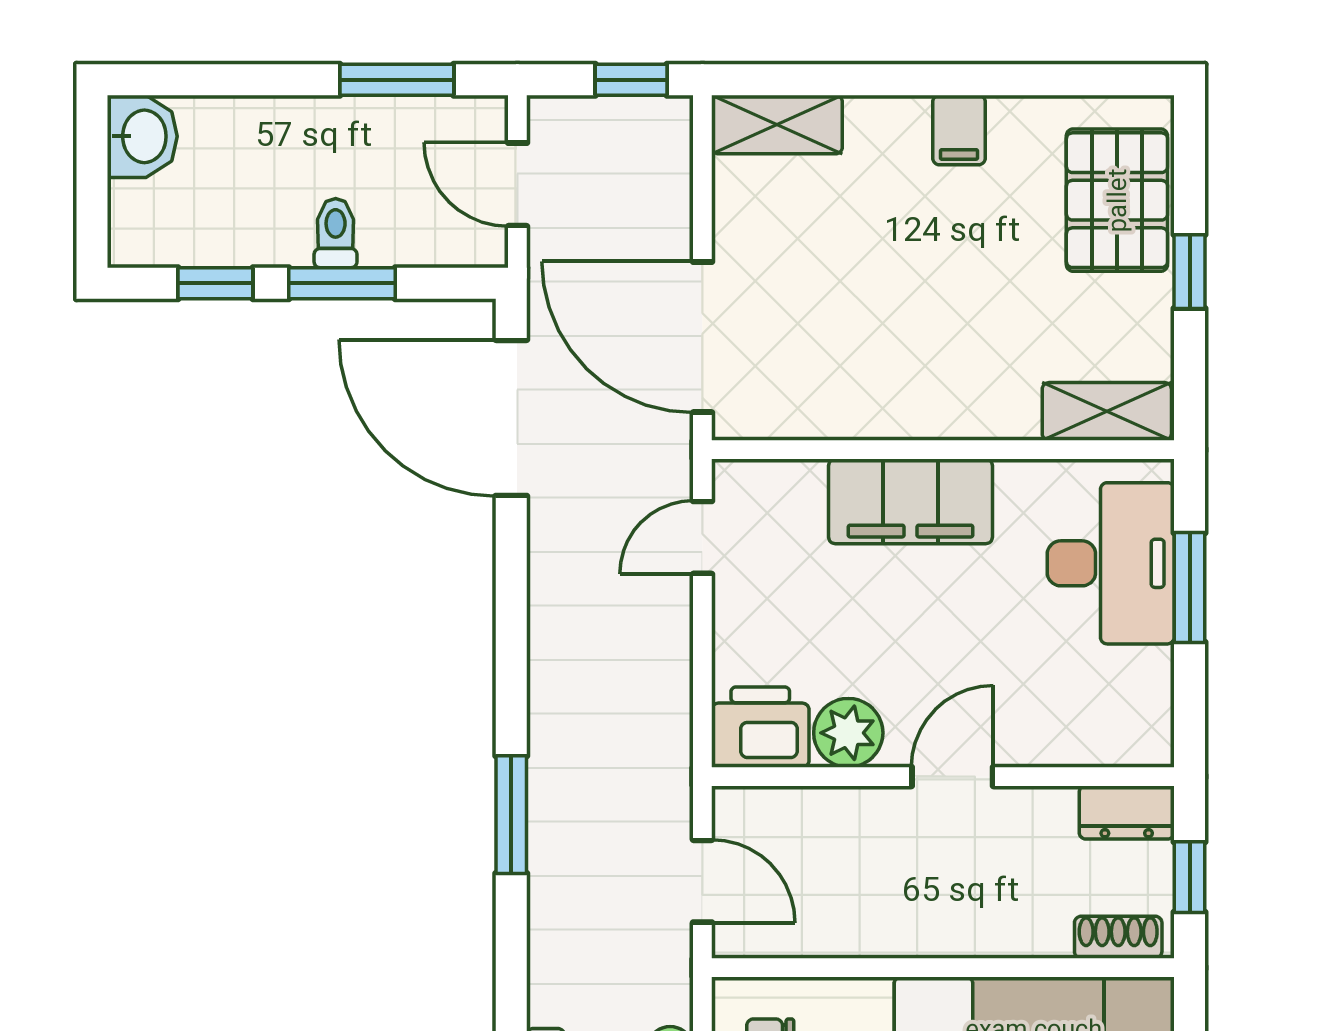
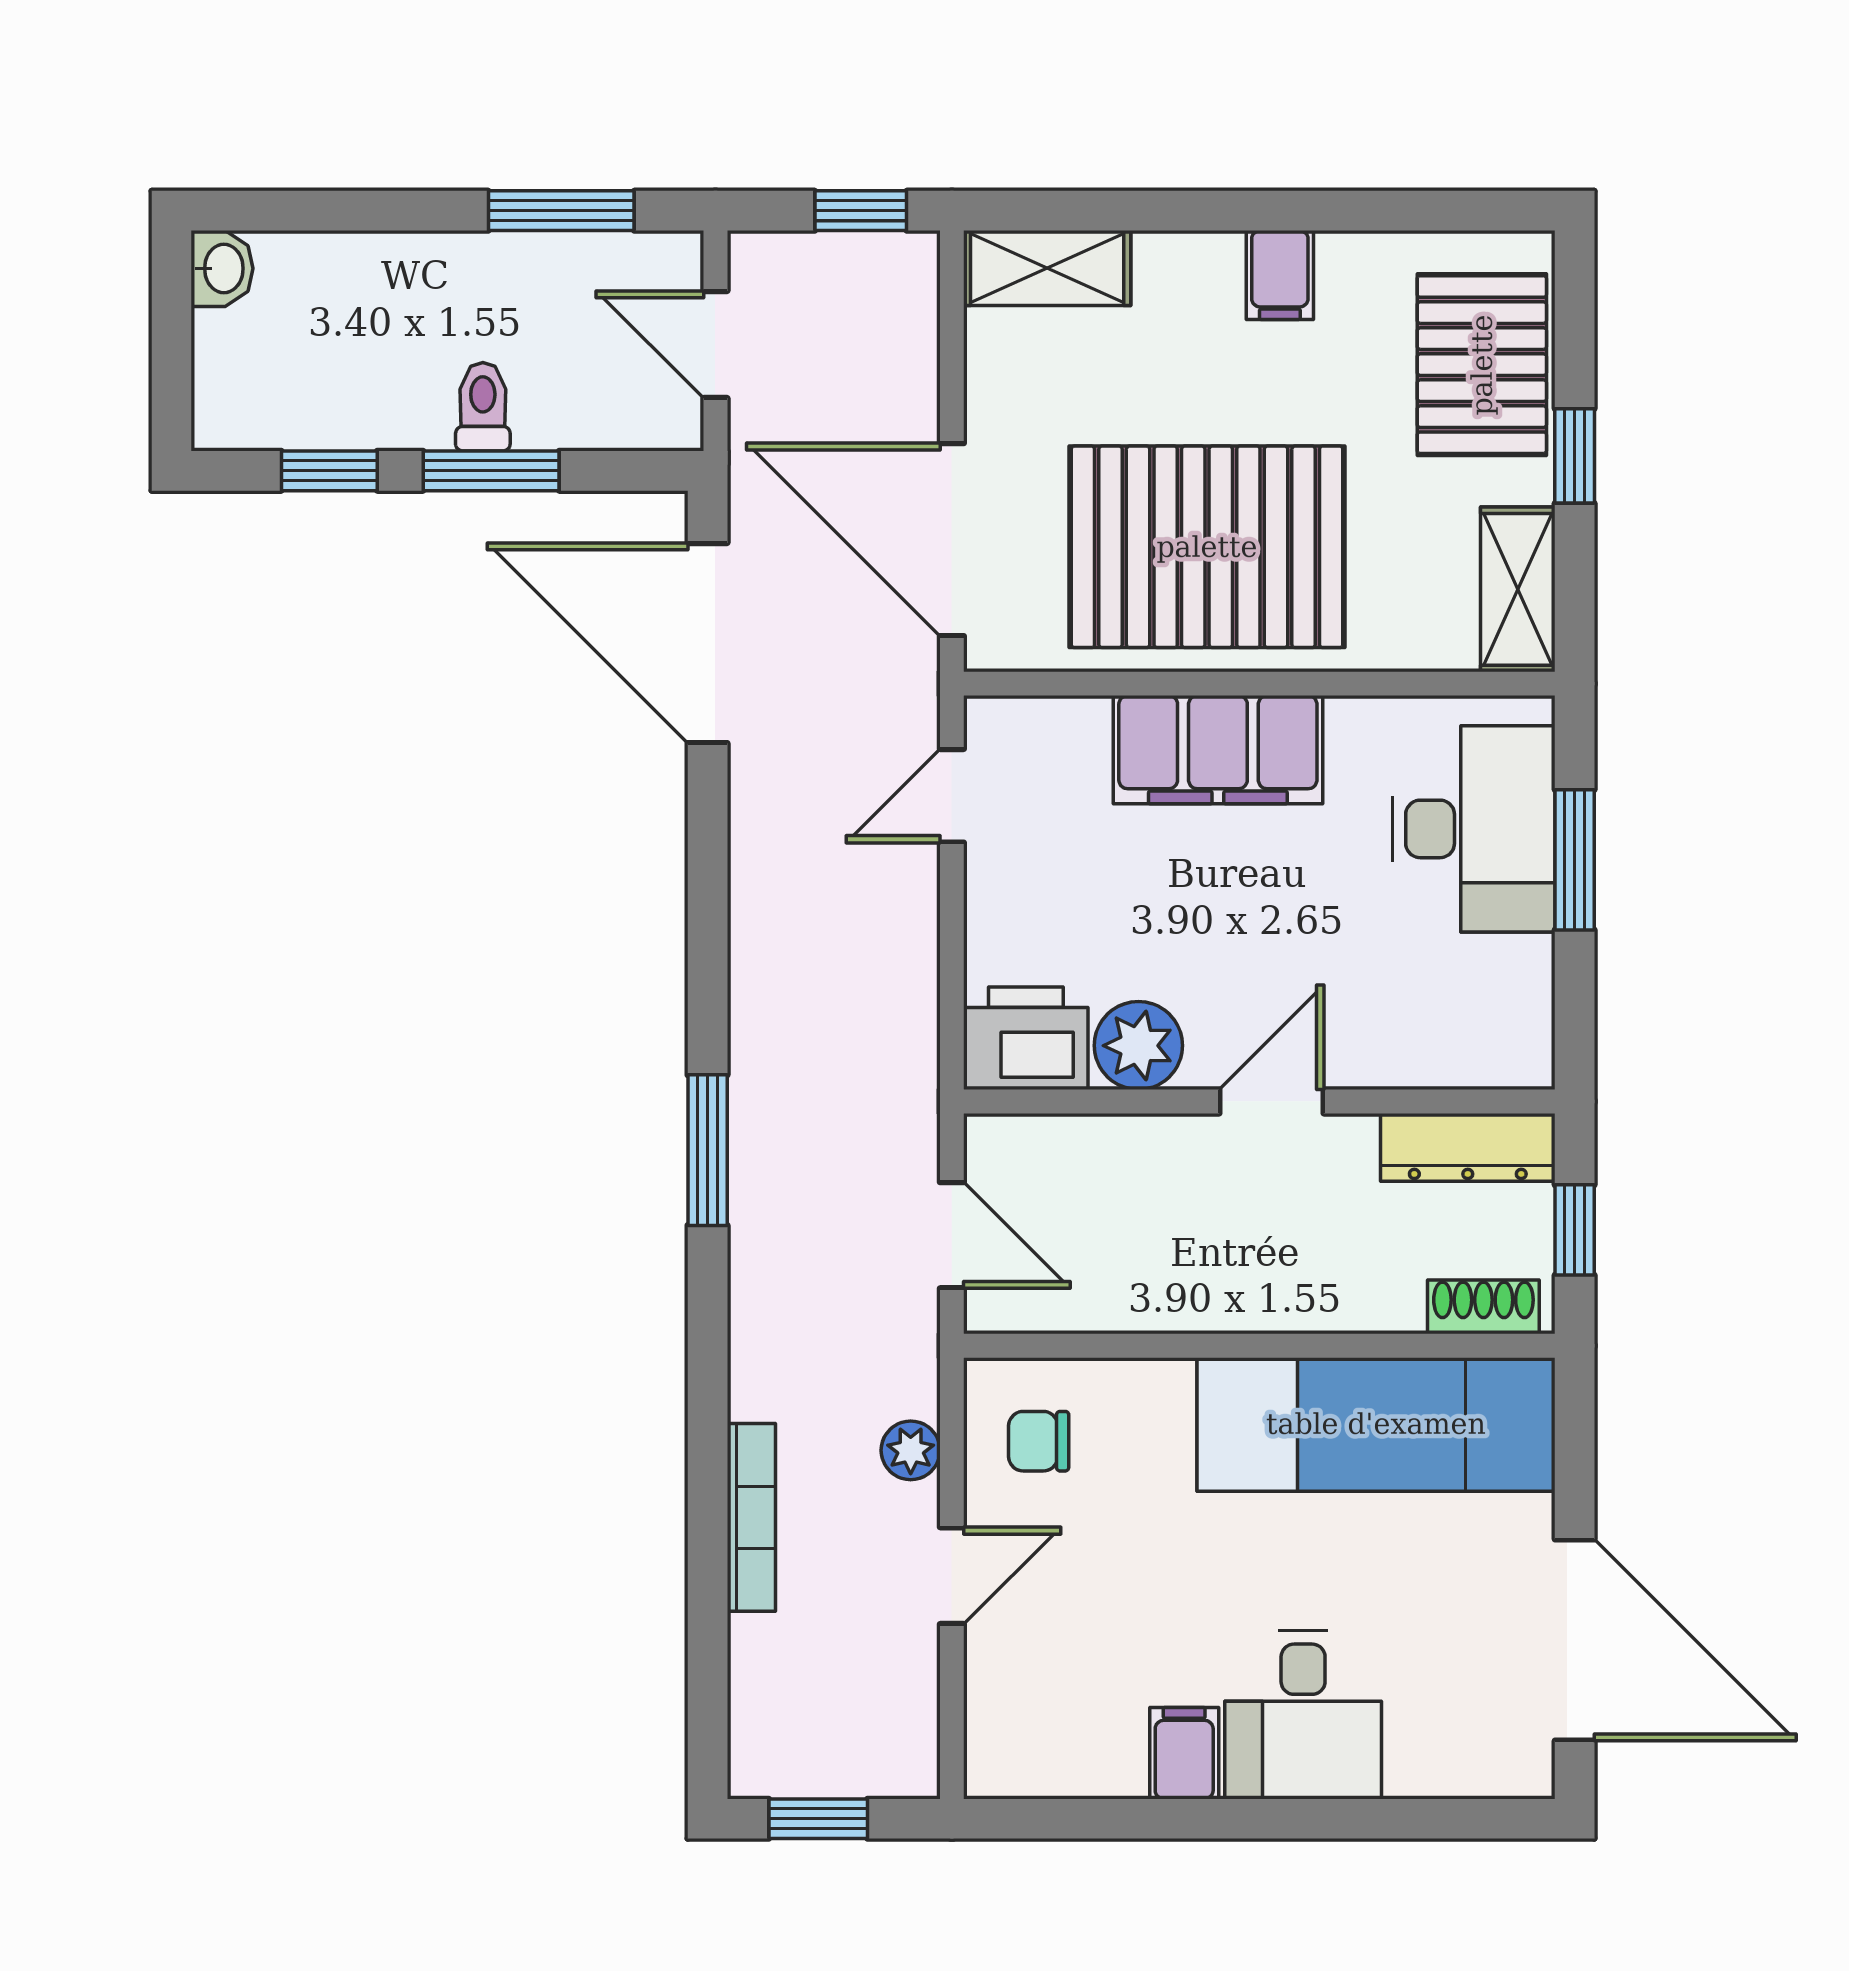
washbasin: (142, 136) -> (222, 268), width x0.72, depth x0.69
pallet: (902, 343) -> (1207, 547), added
shelving: (1107, 411) -> (1518, 589), moved, turned 90
dresser: (1127, 812) -> (1468, 1147), width x1.44

